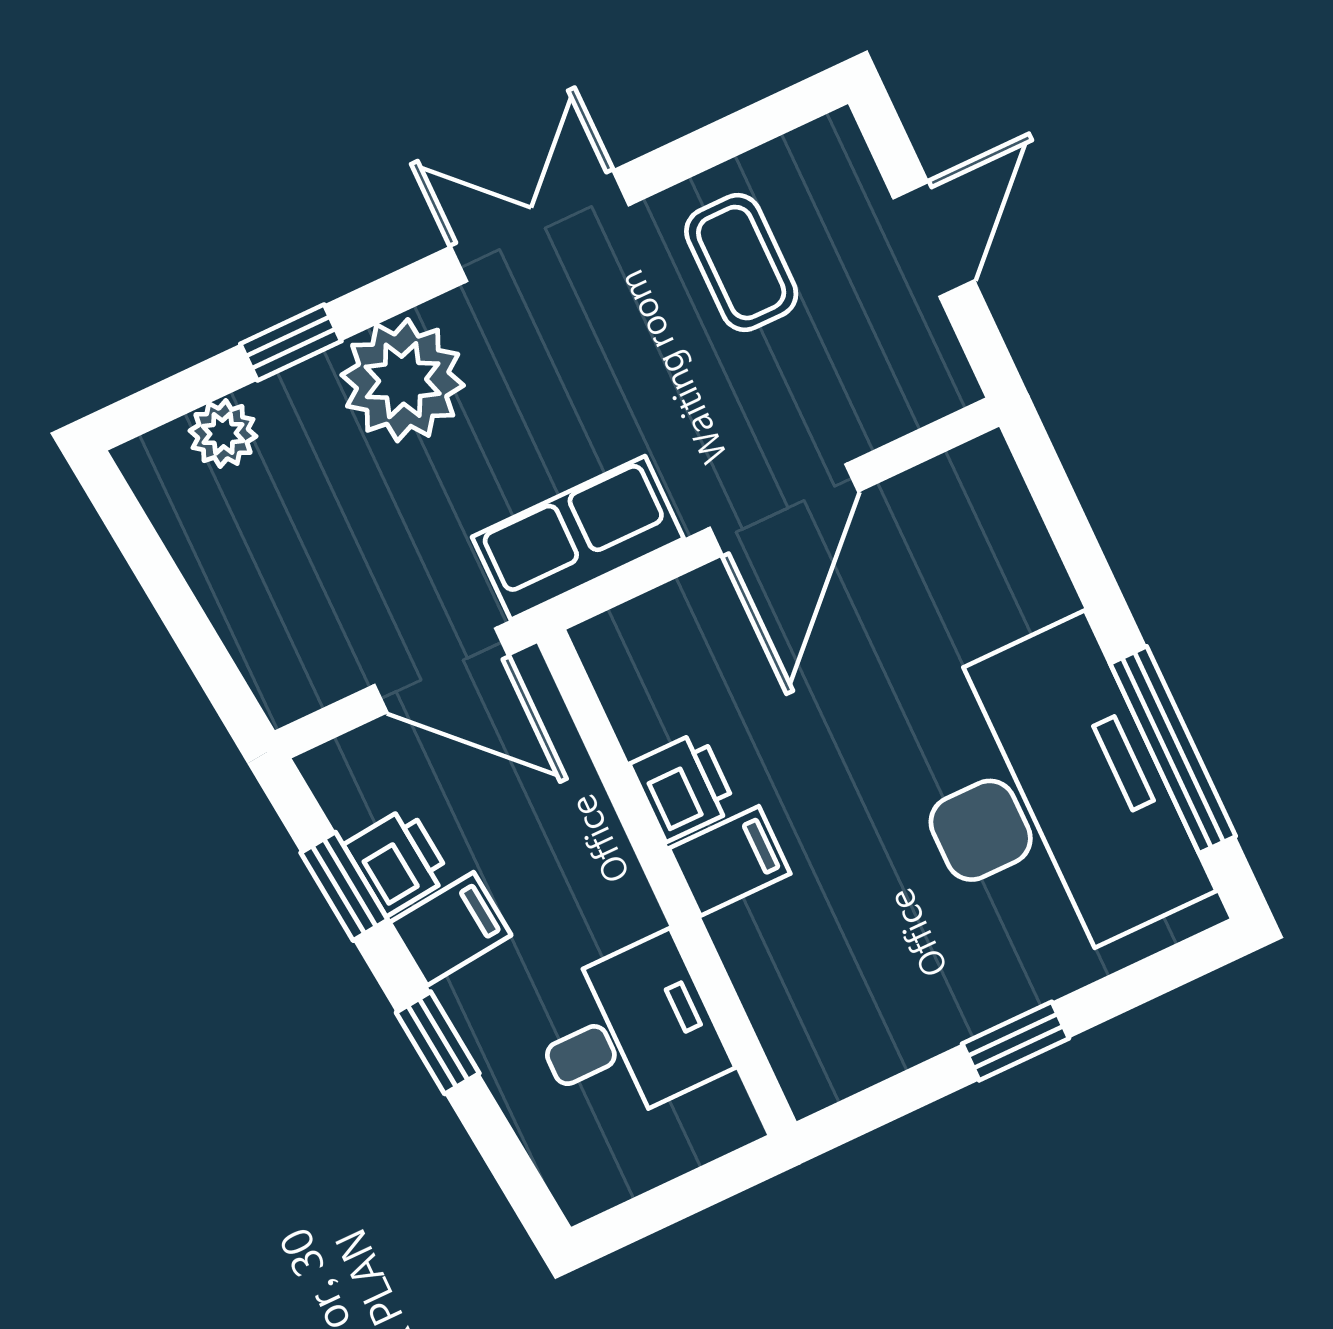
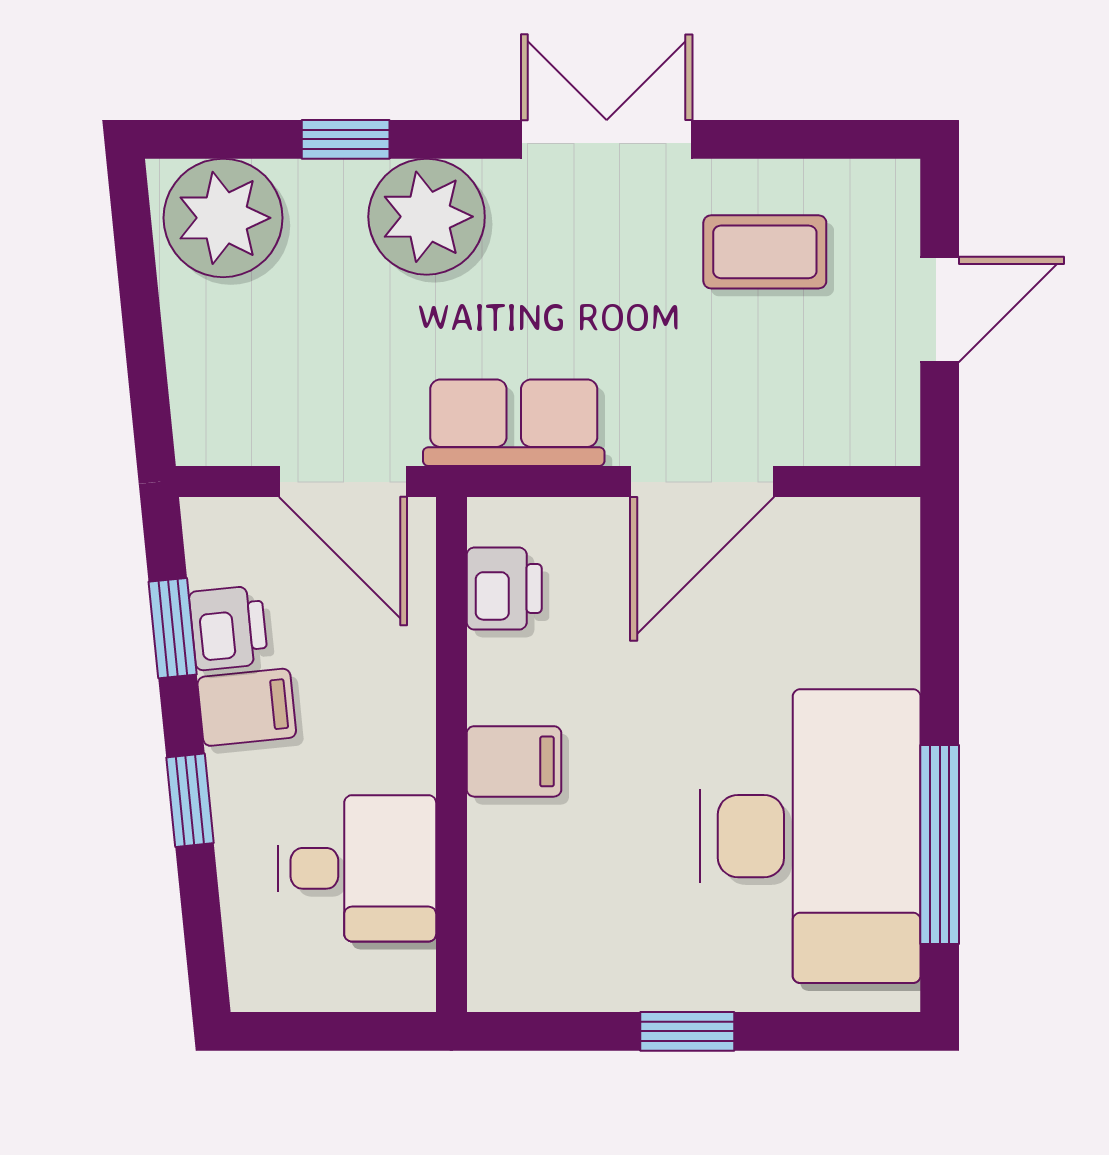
coffee table: (741, 263) -> (765, 252), turned 90
plant: (223, 433) -> (223, 218), width x1.88, depth x1.88
printer: (683, 786) -> (504, 589), moved

